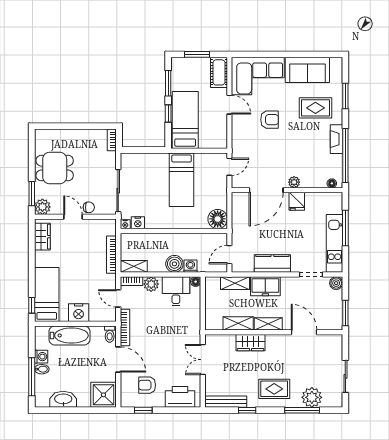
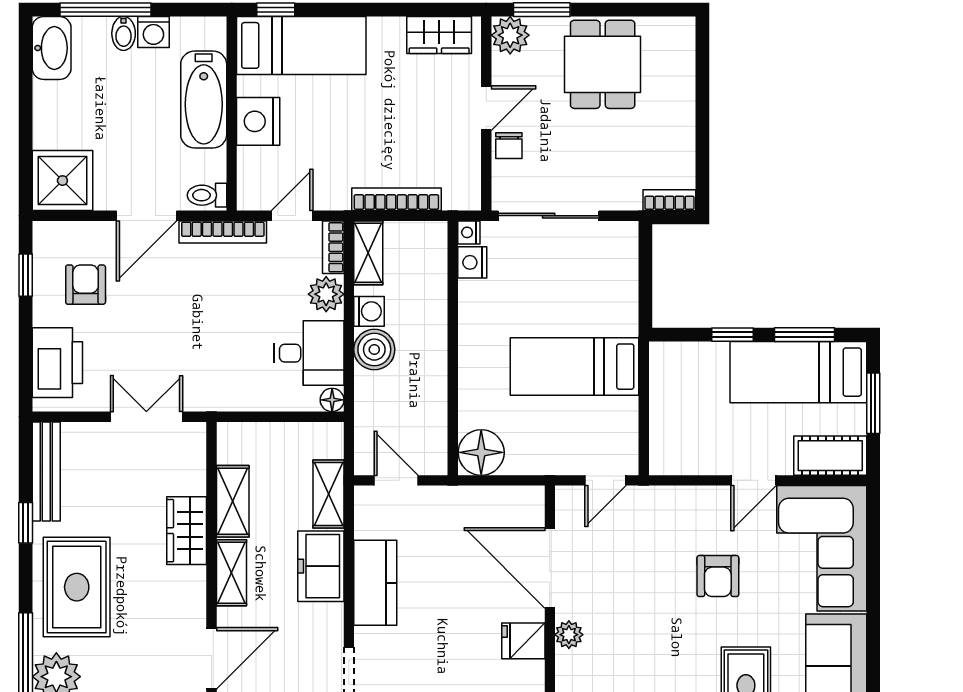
bed: (185, 120) -> (798, 372), moved, turned 180
door: (229, 167) -> (605, 480), hinge flipped
washing machine: (190, 266) -> (369, 311), moved
rug: (274, 389) -> (77, 587), width x1.36, depth x1.43
washbasin: (63, 399) -> (52, 48), moved

